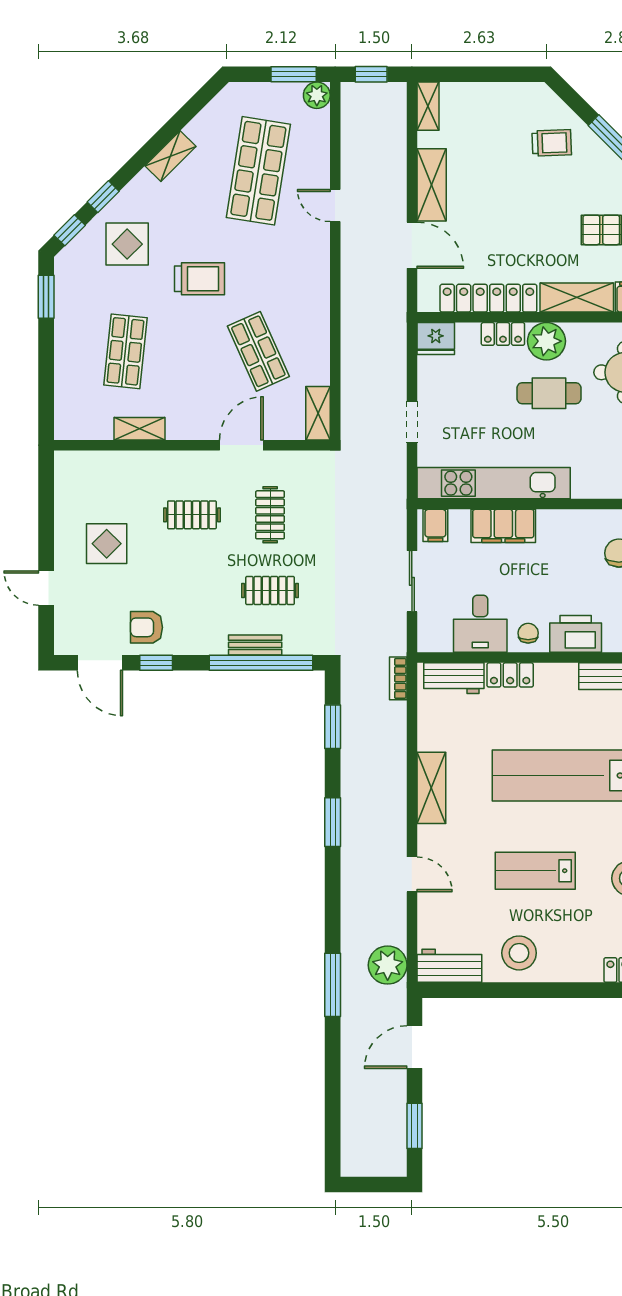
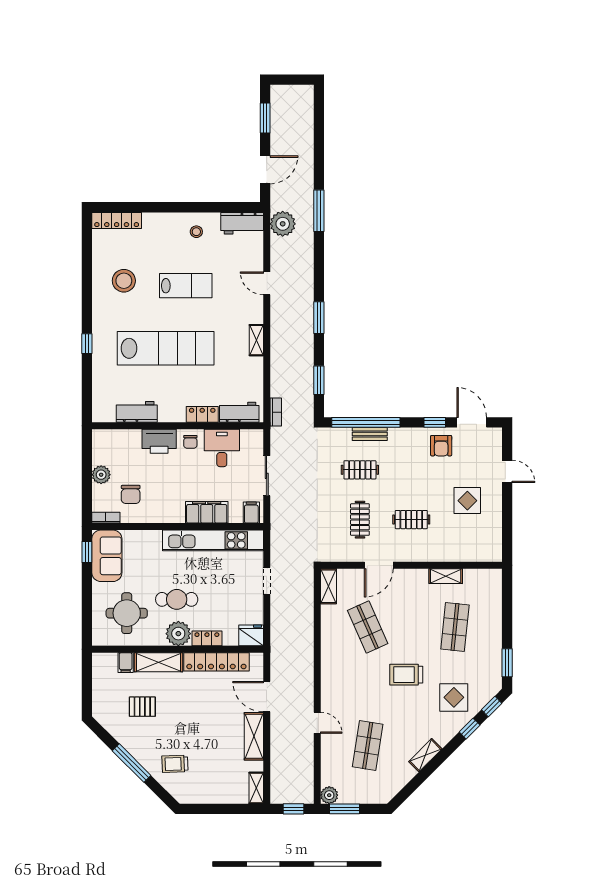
shop shelf: (258, 171) -> (368, 746), width x0.70, depth x0.74
armchair: (146, 627) -> (441, 446), turned 90
shelving: (431, 788) -> (256, 340), width x0.67, depth x0.75
stool: (519, 953) -> (196, 232), width x0.53, depth x0.53

